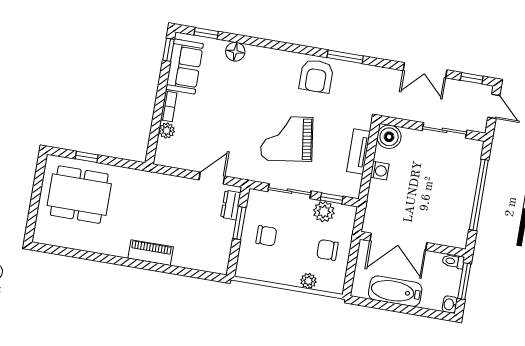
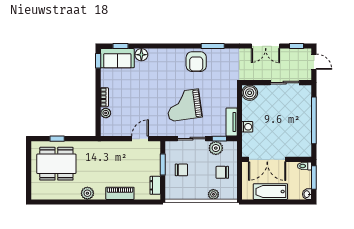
sofa: (184, 66) -> (117, 58), moved, turned 90
tv unit: (359, 152) -> (232, 122), moved
washing machine: (380, 171) -> (247, 127), moved
dresser: (231, 205) -> (155, 185), moved
plant: (118, 247) -> (87, 193), added
piano: (151, 253) -> (120, 193), moved

